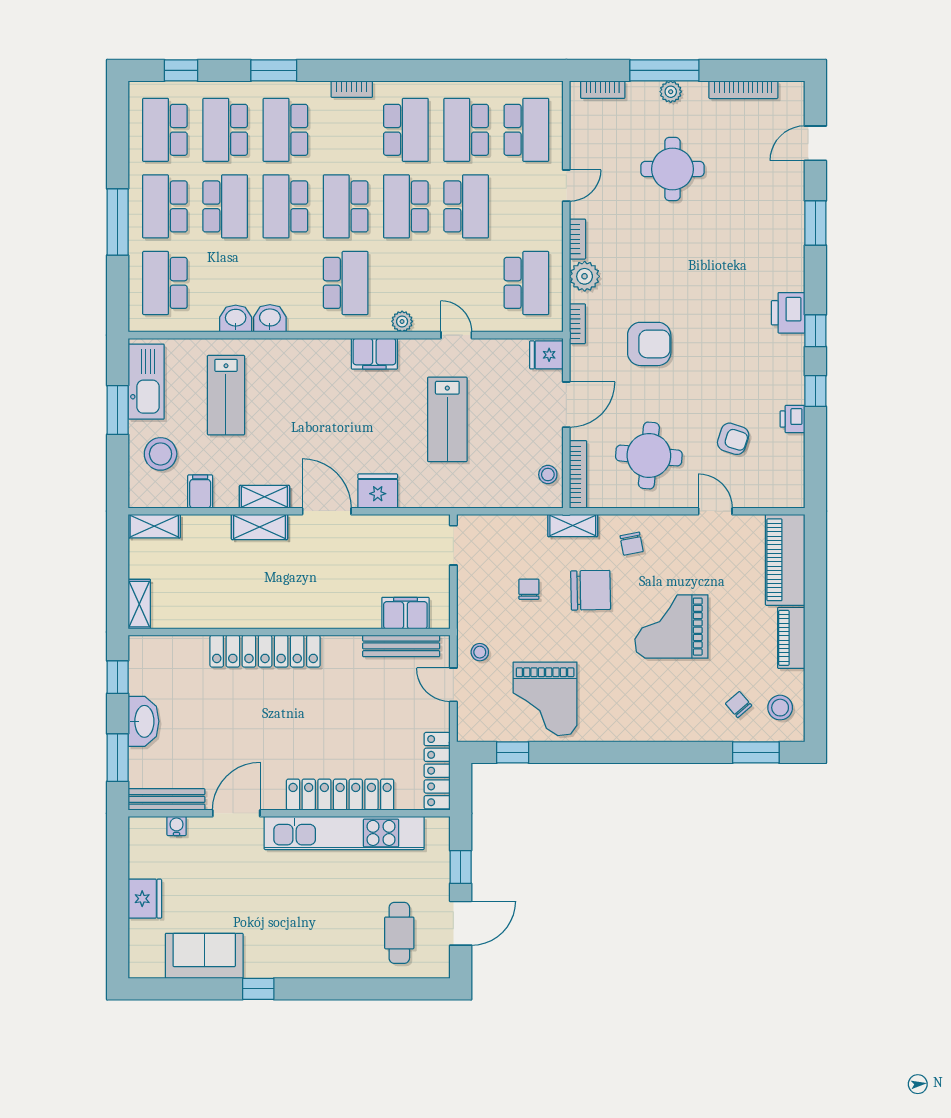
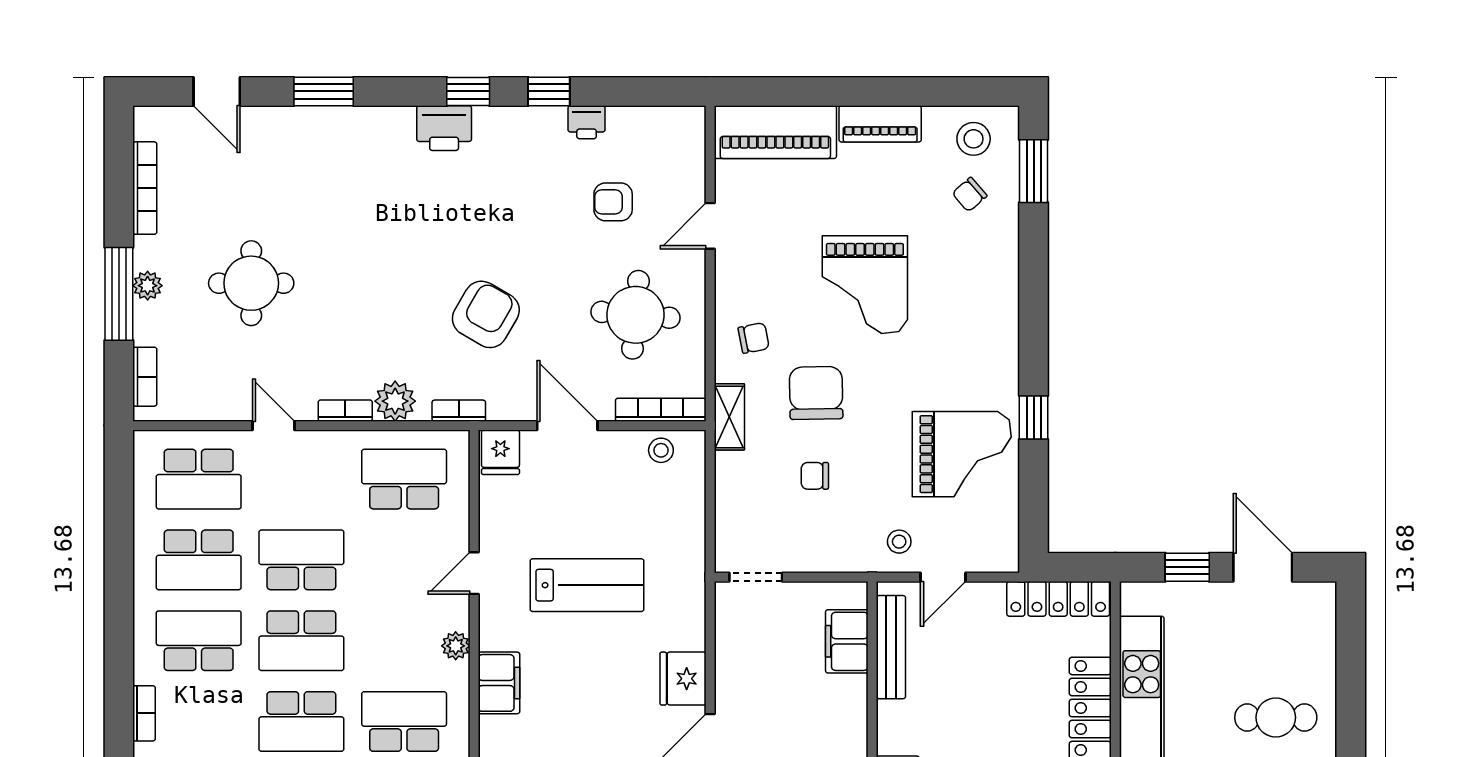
school desk: (526, 130) -> (199, 479), turned 180
armchair: (649, 344) -> (486, 314), turned 30
armchair: (733, 439) -> (613, 202), turned -108
window: (513, 752) -> (1034, 418), moved
cafe table: (399, 933) -> (1276, 717), moved

